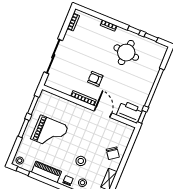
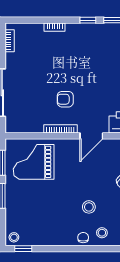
round table: (126, 53) -> (90, 51), removed
door: (103, 112) -> (91, 136), swing flipped
grand piano: (50, 133) -> (34, 162), moved, turned 180
piano: (46, 172) -> (52, 238), removed

